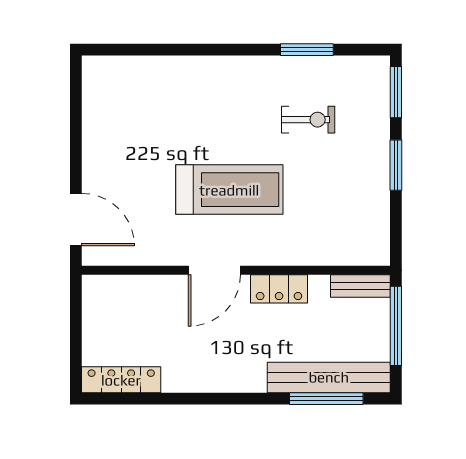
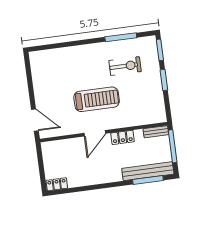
window: (307, 50) -> (121, 37), width x1.44
exercise bike: (308, 120) -> (125, 66), width x1.38, depth x1.39
locker: (121, 380) -> (57, 184), width x0.66

